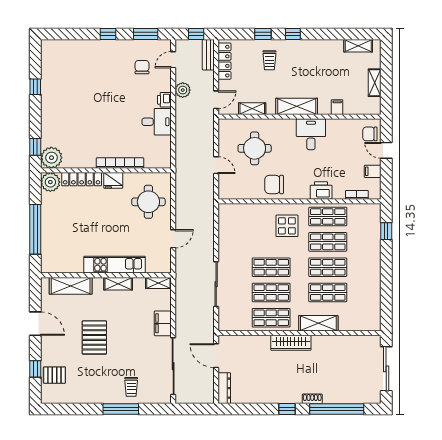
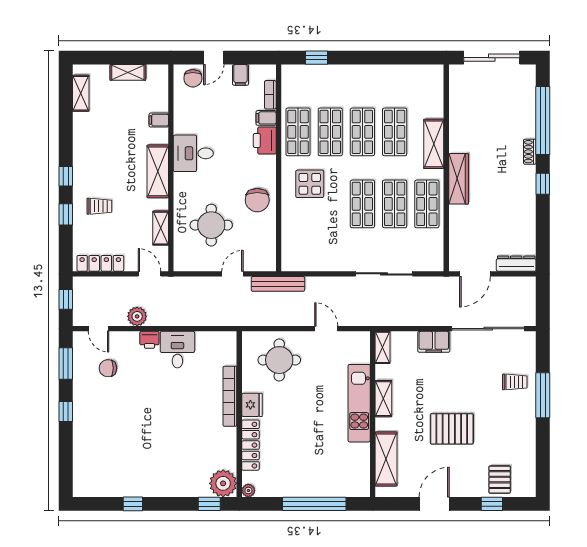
bench: (208, 55) -> (278, 284), moved, width x1.36
plant: (50, 182) -> (248, 490), width x0.53, depth x0.53
filing cabinet: (339, 191) -> (266, 118), added

